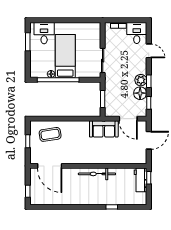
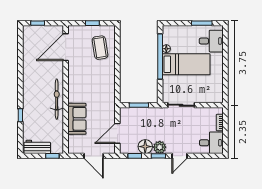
door: (149, 51) -> (179, 156), moved
sofa: (104, 129) -> (77, 119), moved, turned 180
workbench: (140, 180) -> (37, 147), moved

